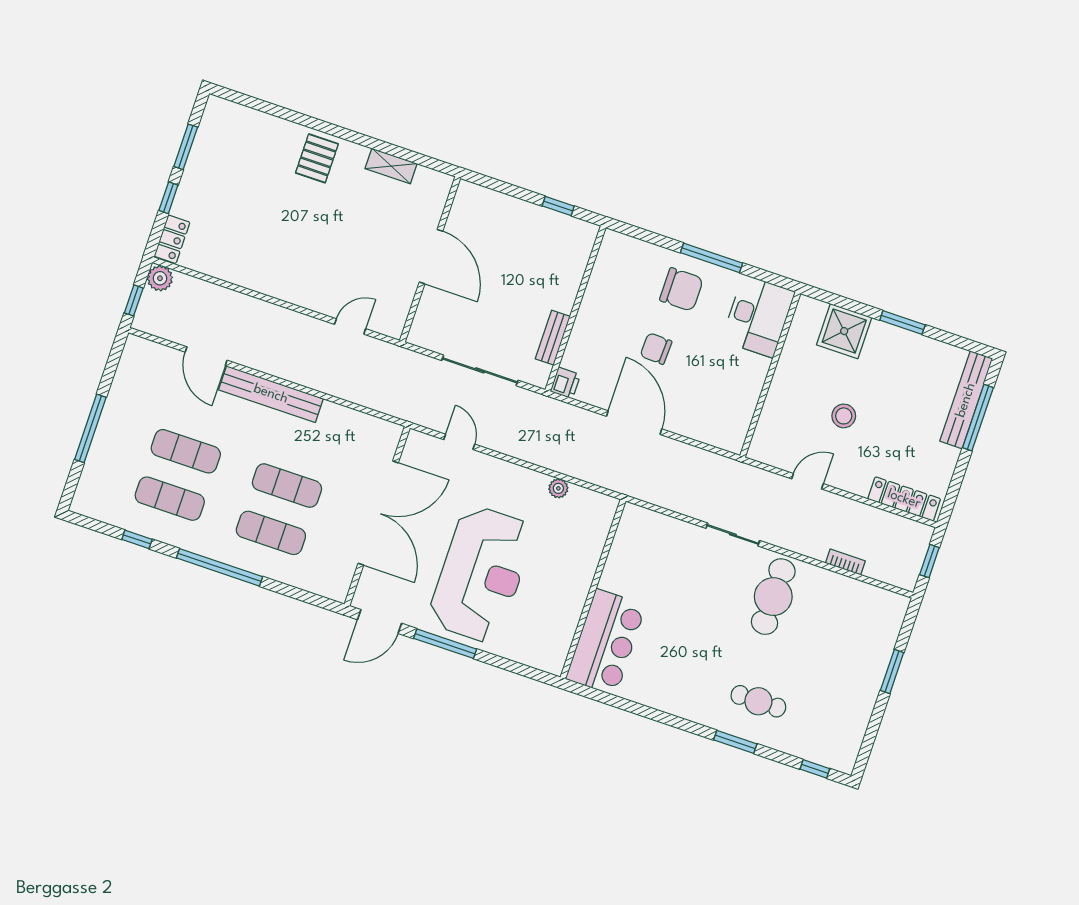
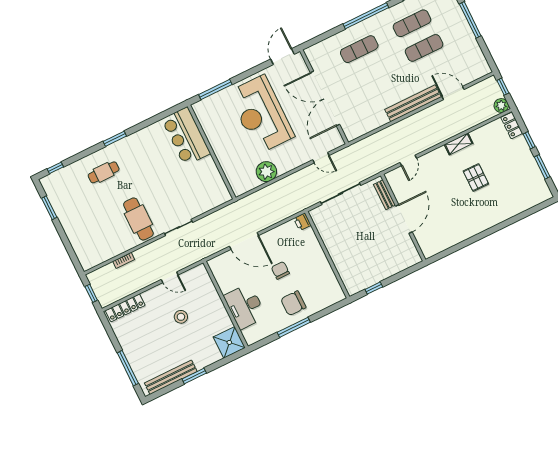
pallet: (317, 158) -> (476, 177), moved
shelving: (391, 166) -> (459, 144), moved
door: (431, 257) -> (404, 219), swing flipped
desk: (758, 316) -> (245, 306), moved
shower: (844, 331) -> (229, 342), moved
bench: (553, 338) -> (384, 195), moved
chair: (656, 349) -> (280, 270), turned -92
bench: (966, 400) -> (171, 377), moved, turned 90
door: (634, 423) -> (244, 241), moved
door: (807, 481) -> (170, 277), hinge flipped
exercise mat: (287, 486) -> (371, 74), removed
plant: (558, 488) -> (266, 172), width x1.87, depth x1.87
window: (445, 644) -> (215, 89), moved
window: (892, 672) -> (49, 208), moved
window: (735, 742) -> (115, 139), moved

